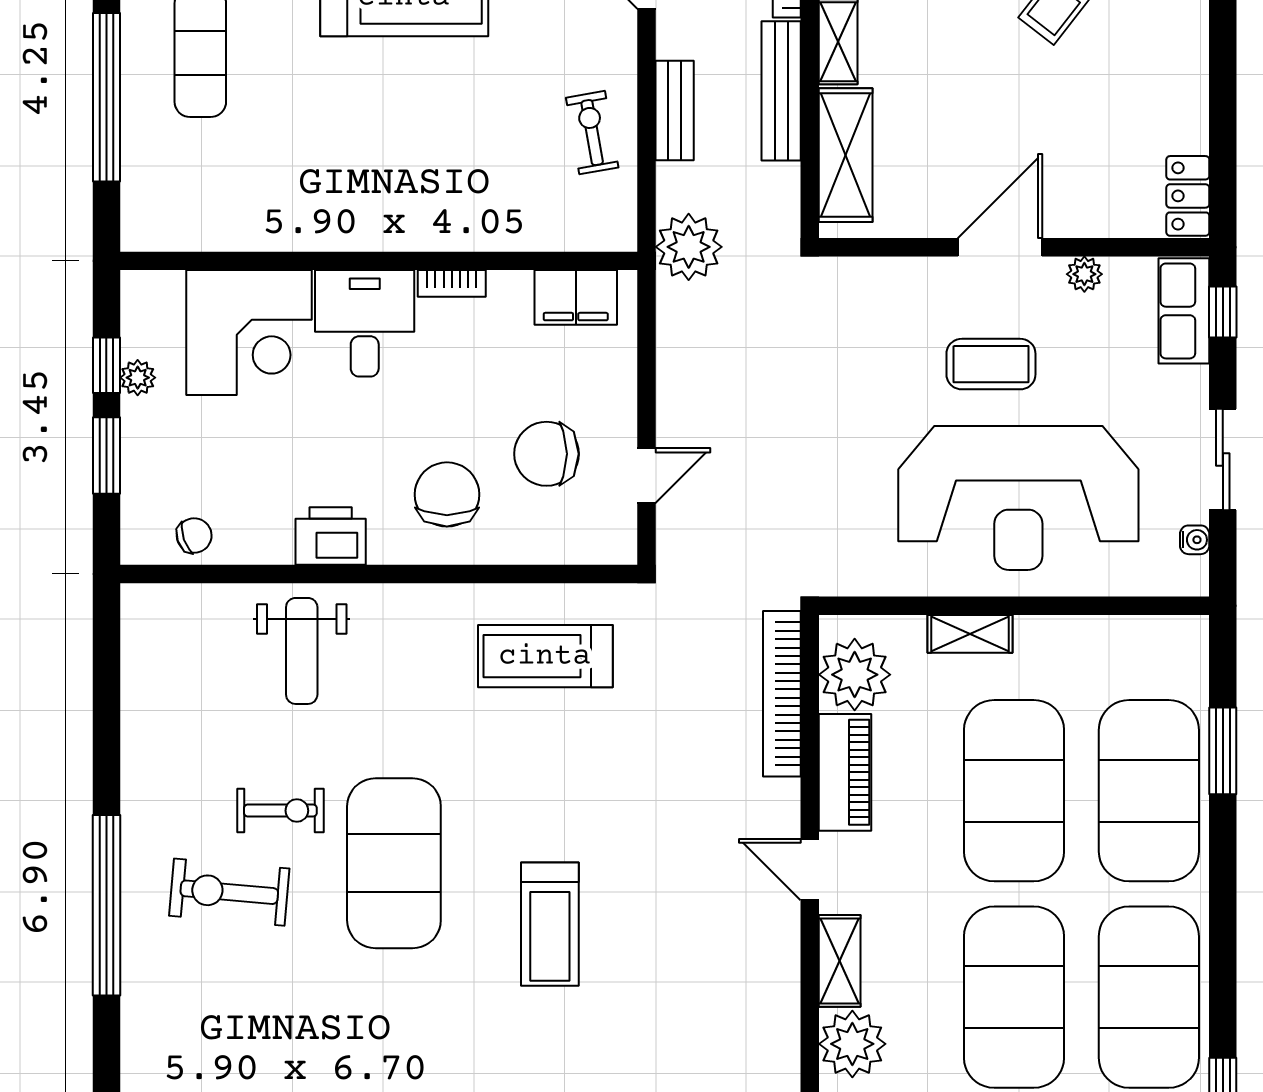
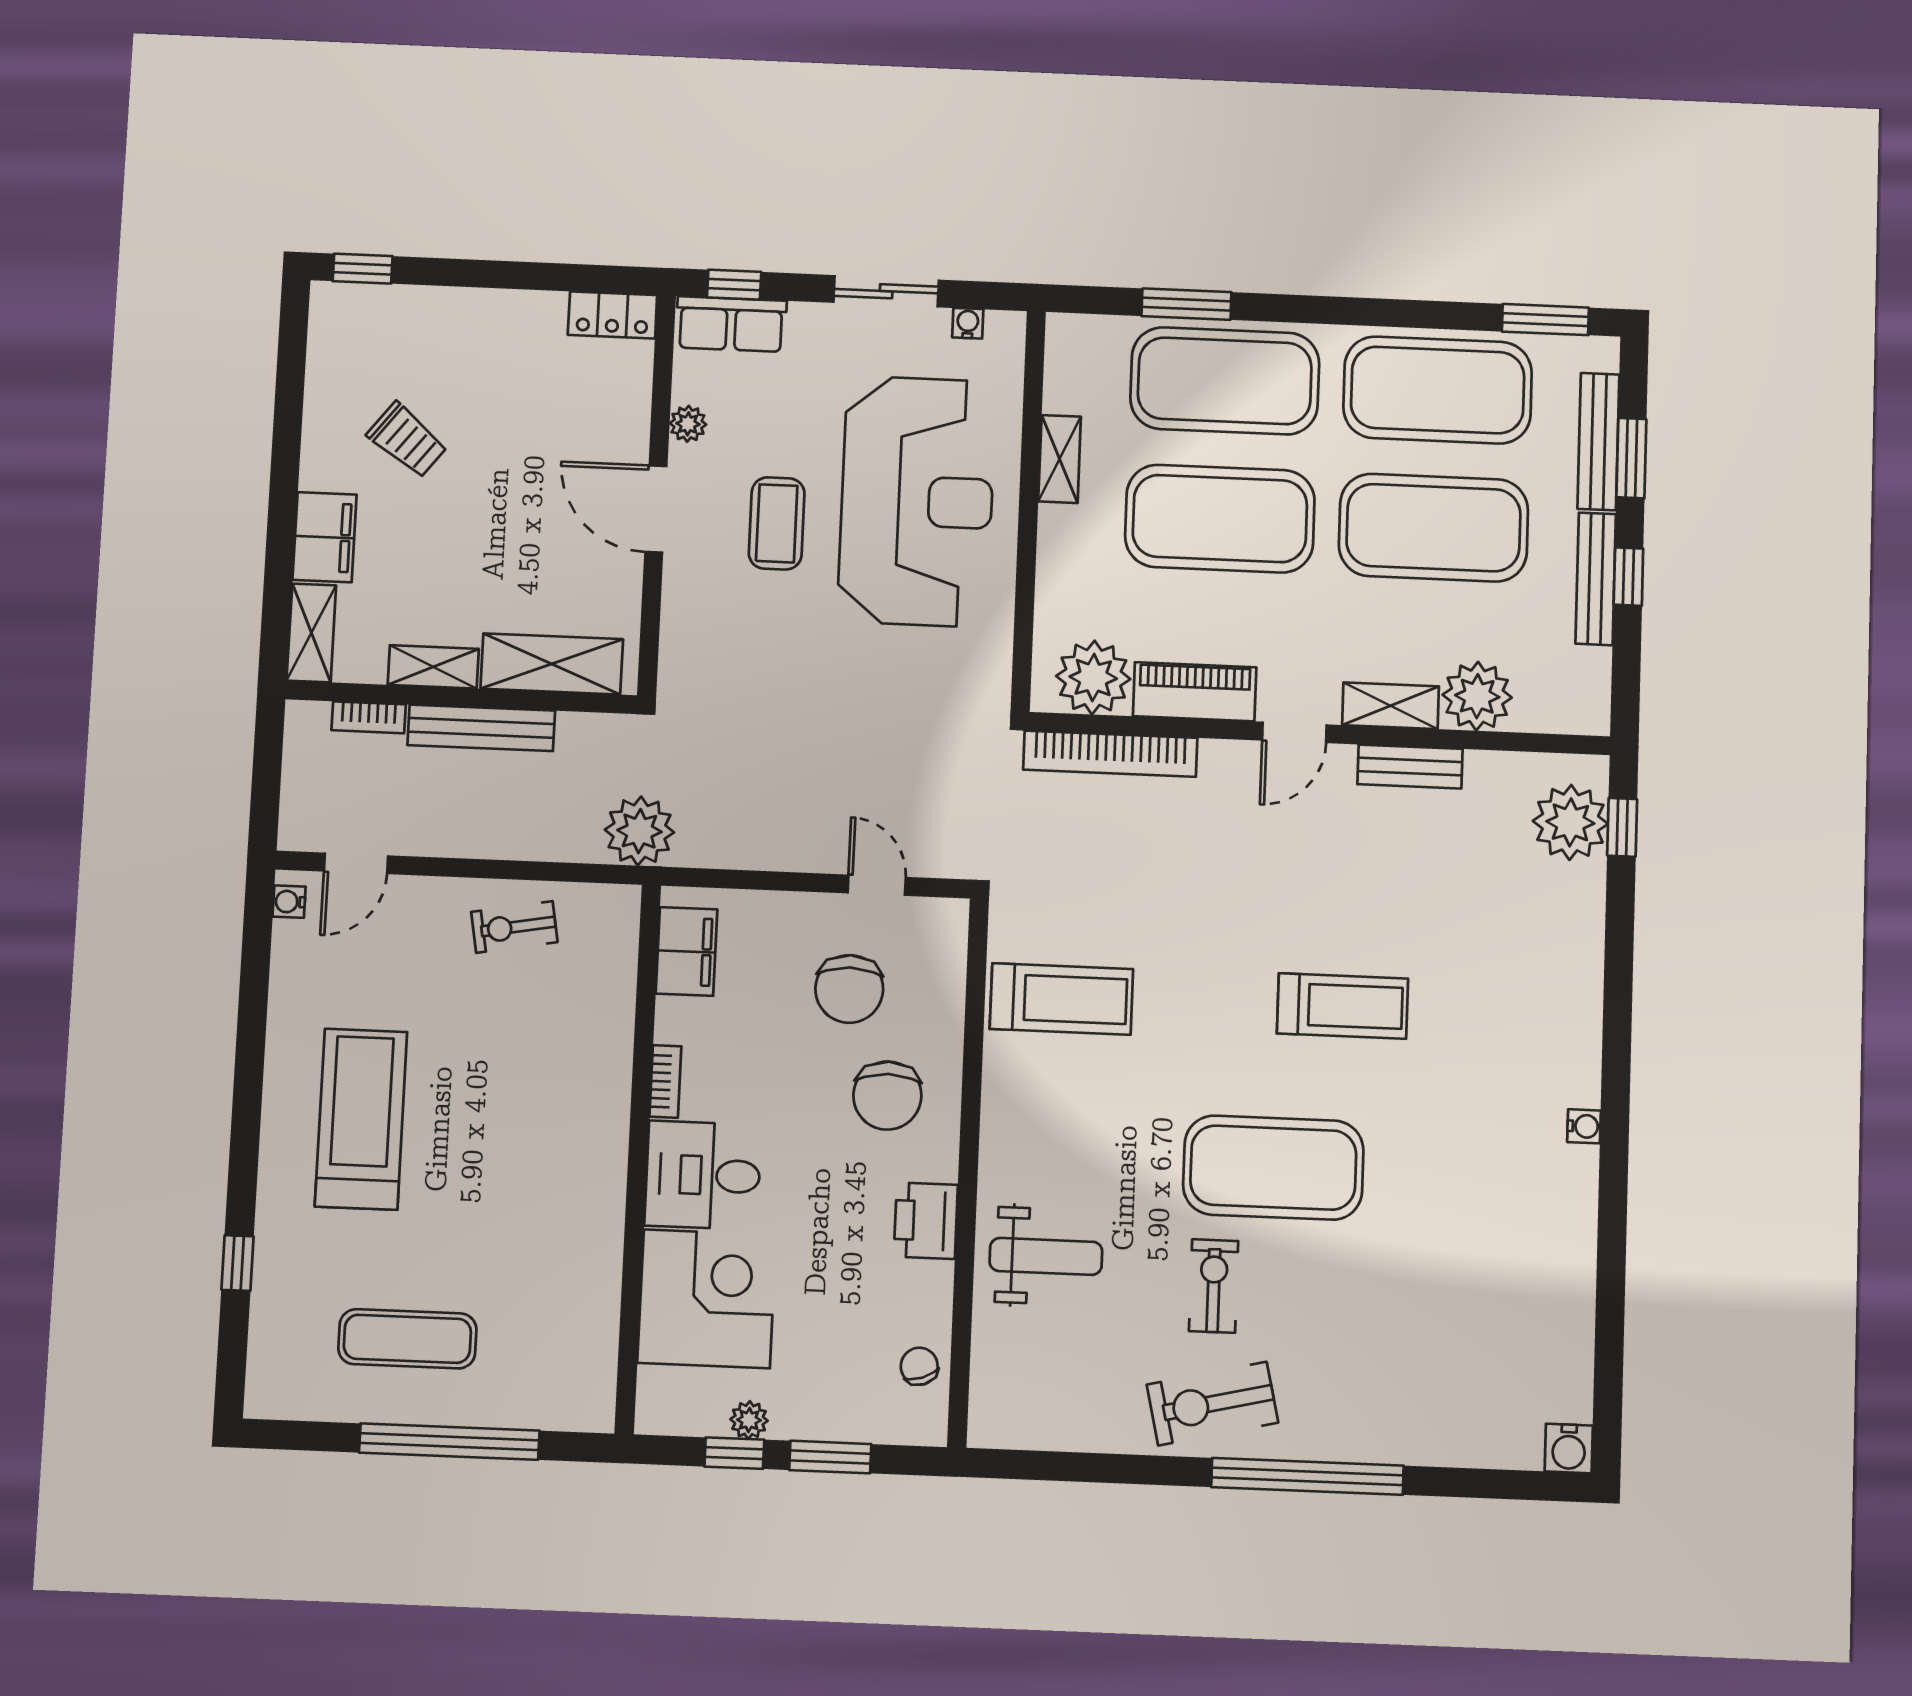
bench: (675, 111) -> (1410, 767), moved
chair: (447, 494) -> (887, 1096), turned -90
shelving: (970, 634) -> (1060, 459), moved
treadmill: (545, 656) -> (1061, 999), turned -90
exercise bike: (229, 892) -> (1212, 1404), moved, turned 72

